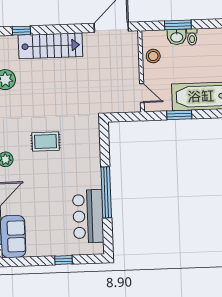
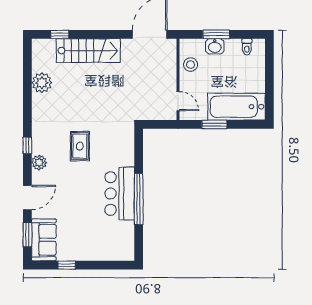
toilet: (192, 37) -> (247, 47), moved
rug: (46, 142) -> (80, 146), turned 90
bar counter: (88, 216) -> (120, 193), moved
window: (63, 260) -> (67, 265), moved

